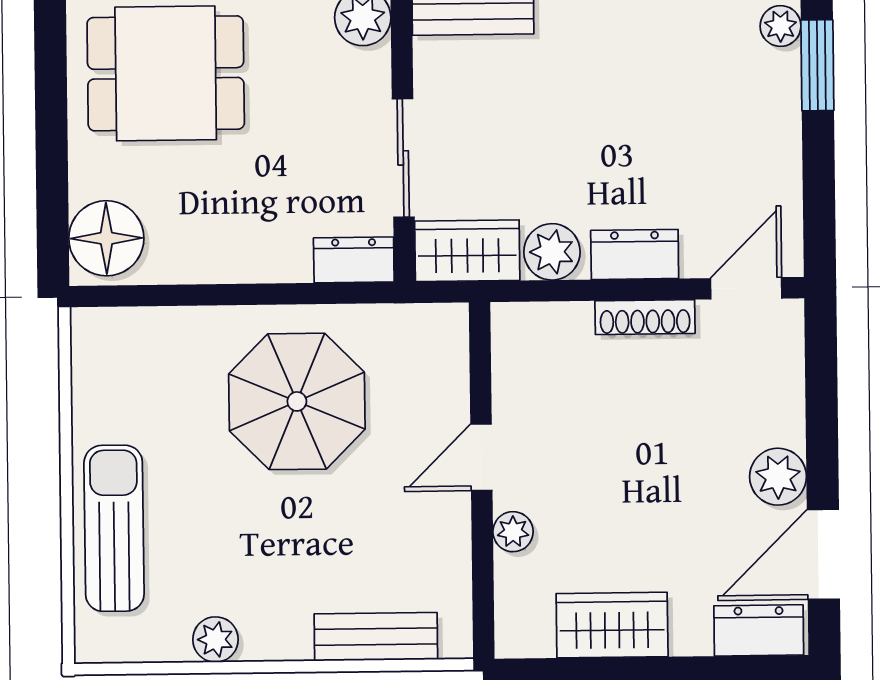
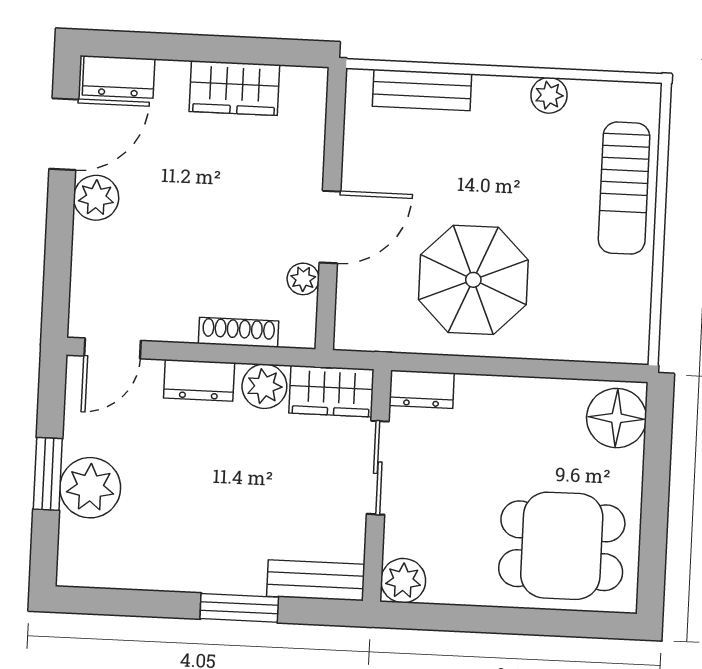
plant: (781, 26) -> (90, 488), moved, width x1.87, depth x1.87
window: (817, 65) -> (48, 474), moved
shoe rack: (645, 317) -> (239, 332), moved
door: (481, 457) -> (330, 227), width x1.38
plant: (513, 532) -> (303, 279), moved

